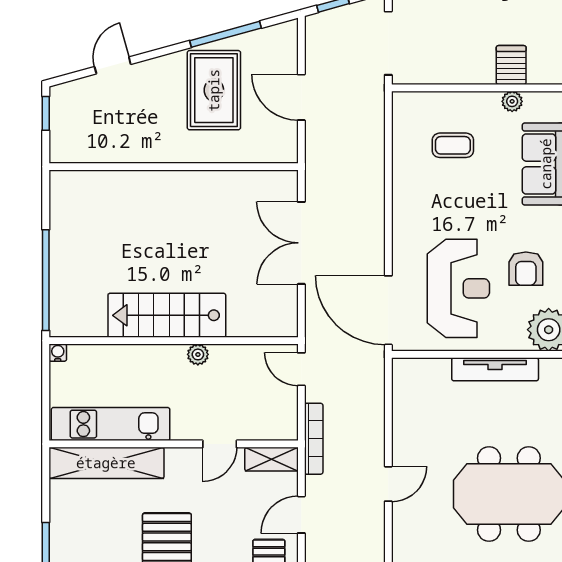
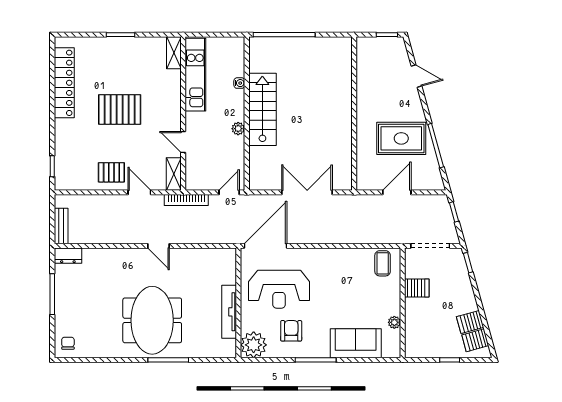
server rack: (511, 65) -> (417, 288), moved
coffee table: (453, 145) -> (383, 263), moved
armchair: (526, 269) -> (291, 331), turned 90
water cooler: (58, 353) -> (239, 83), moved
shelving: (106, 463) -> (174, 53), width x0.45, depth x0.75

